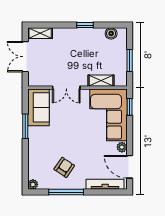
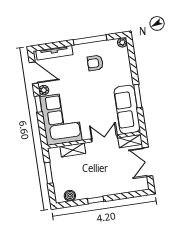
shelving: (40, 33) -> (130, 141), moved
double door: (25, 57) -> (148, 162), swing flipped
sofa: (38, 107) -> (127, 110), width x1.36
window: (130, 107) -> (38, 104), moved
armchair: (64, 167) -> (95, 63), turned 56

